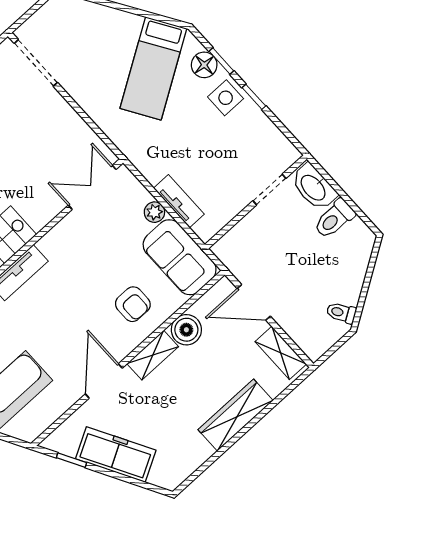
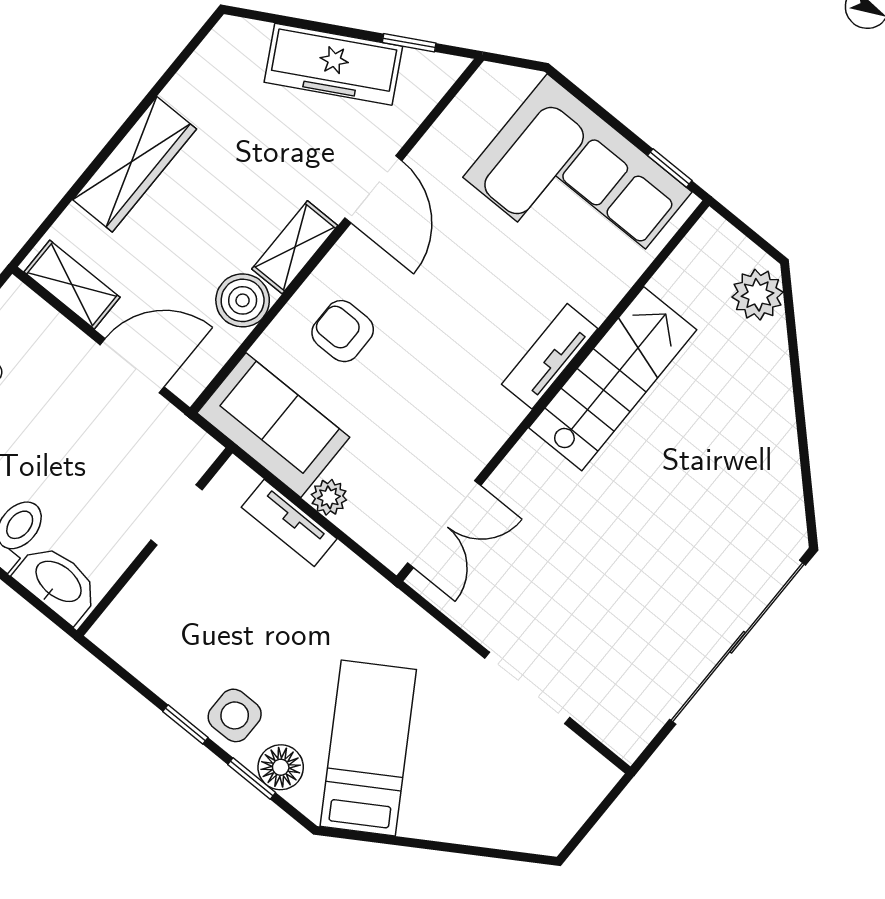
doorway: (36, 63) -> (527, 688), moved
doorway: (269, 189) -> (177, 515), moved

